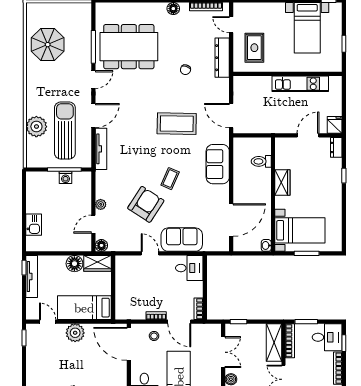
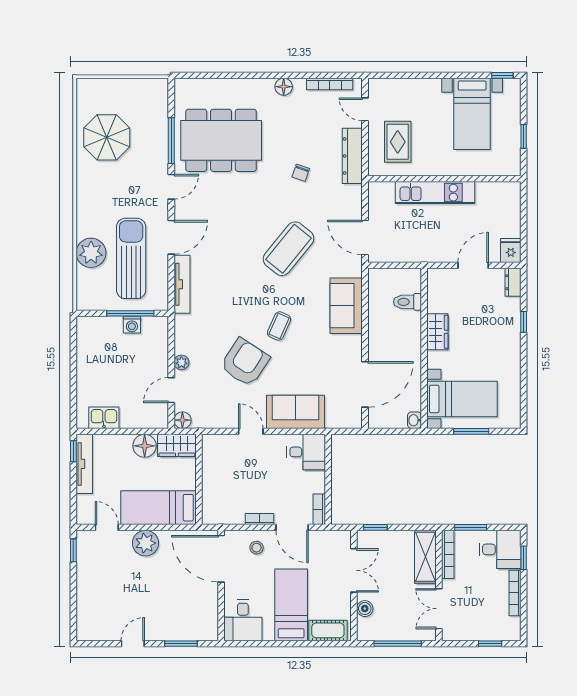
kitchen unit: (300, 84) -> (435, 193), moved
coffee table: (177, 124) -> (288, 249), turned -52
kitchen sink: (34, 225) -> (104, 418), moved, turned -90

